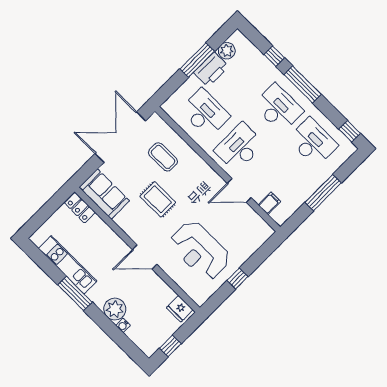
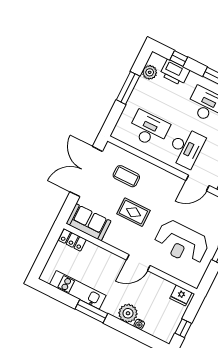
window: (274, 56) -> (179, 58), moved
printer: (211, 70) -> (175, 72), moved, turned 90
desk: (239, 147) -> (186, 148), turned 180

